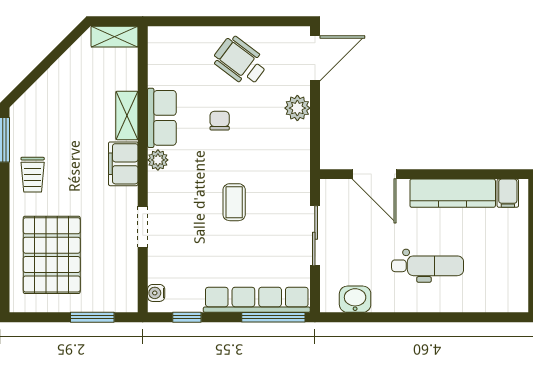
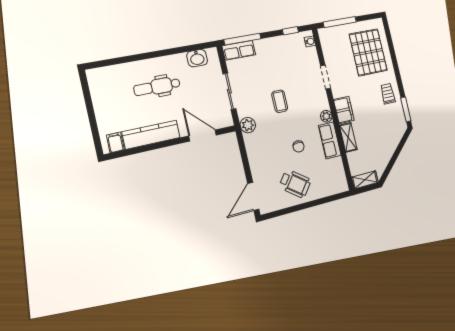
plant: (297, 108) -> (248, 125), moved
row of seats: (257, 300) -> (239, 50), width x0.50
window: (92, 317) -> (340, 22), width x1.44

